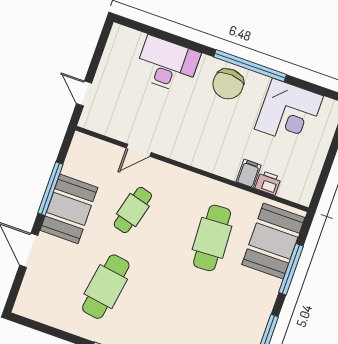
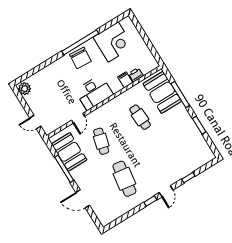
plant: (119, 40) -> (25, 89), added
desk: (167, 65) -> (94, 93), moved, turned 180
booth: (69, 209) -> (69, 152), moved
cafe table: (212, 238) -> (140, 117), width x0.73, depth x0.74

